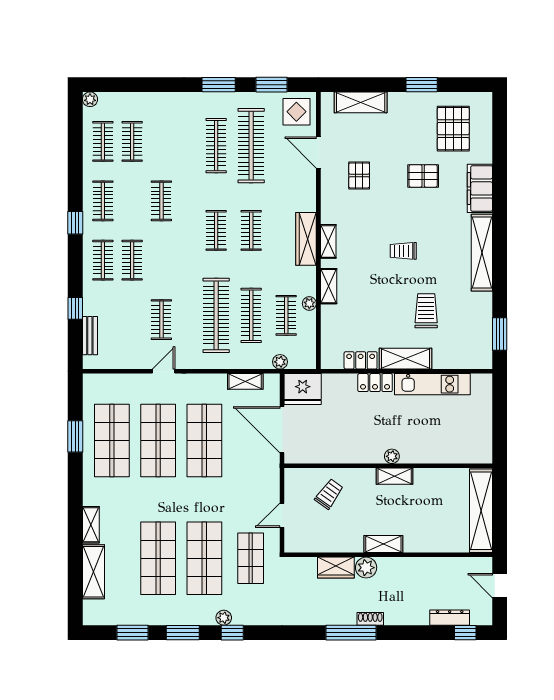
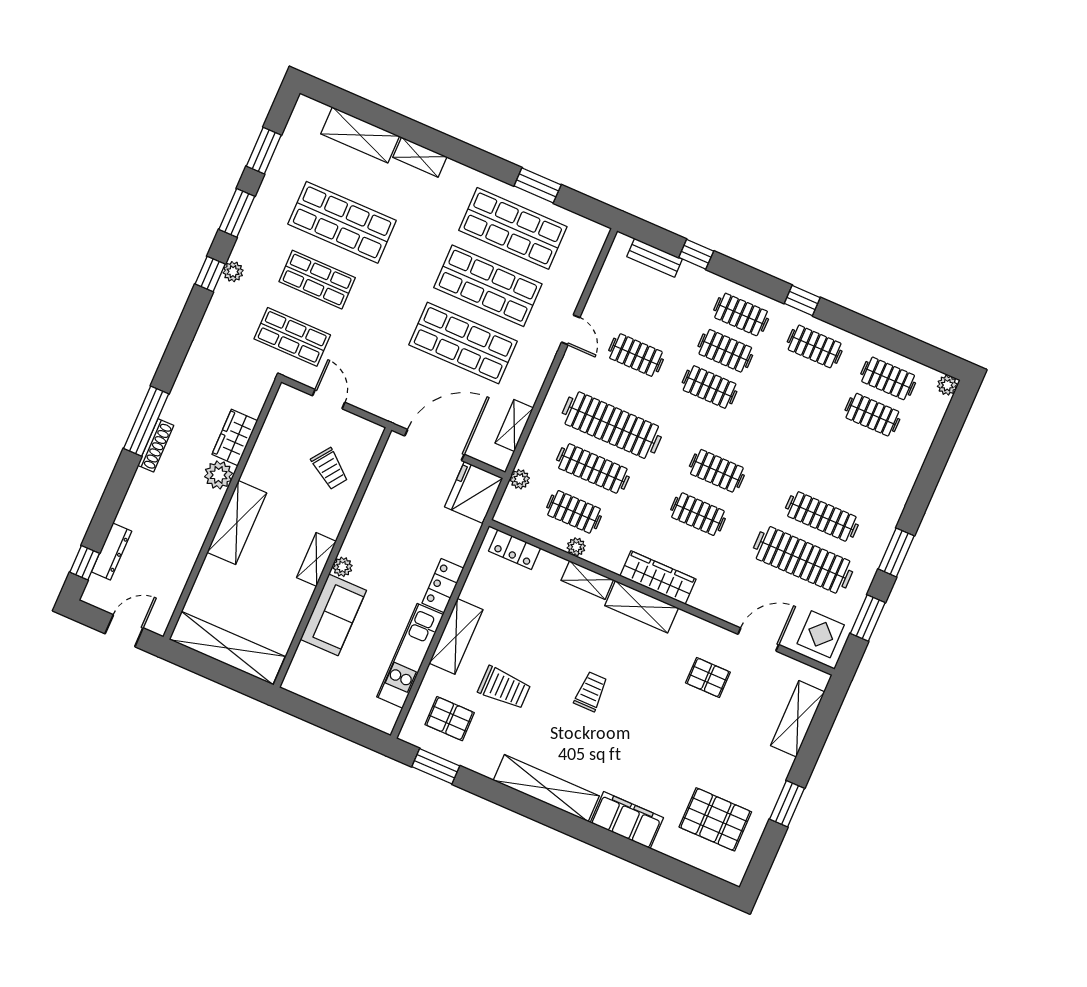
pallet: (423, 176) -> (450, 719), moved, turned 90
clothes rail: (161, 201) -> (710, 387), moved
shelving: (328, 241) -> (642, 607), width x1.50, depth x1.33
locker: (361, 360) -> (515, 550), moved, turned 90
sofa: (427, 448) -> (333, 615), added
shelving: (383, 544) -> (237, 523), width x1.50, depth x1.33
shop shelf: (204, 558) -> (317, 280), width x0.70, depth x0.74
shoe rack: (370, 619) -> (156, 445), width x1.43

